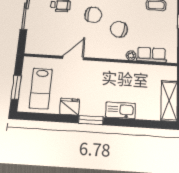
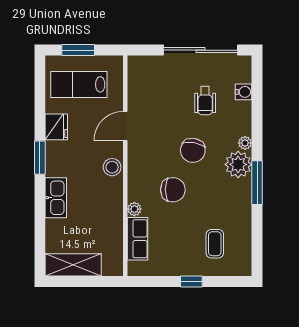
chair: (119, 29) -> (173, 190), turned 75
door: (73, 58) -> (125, 126), swing flipped
stool: (101, 69) -> (112, 167), added

